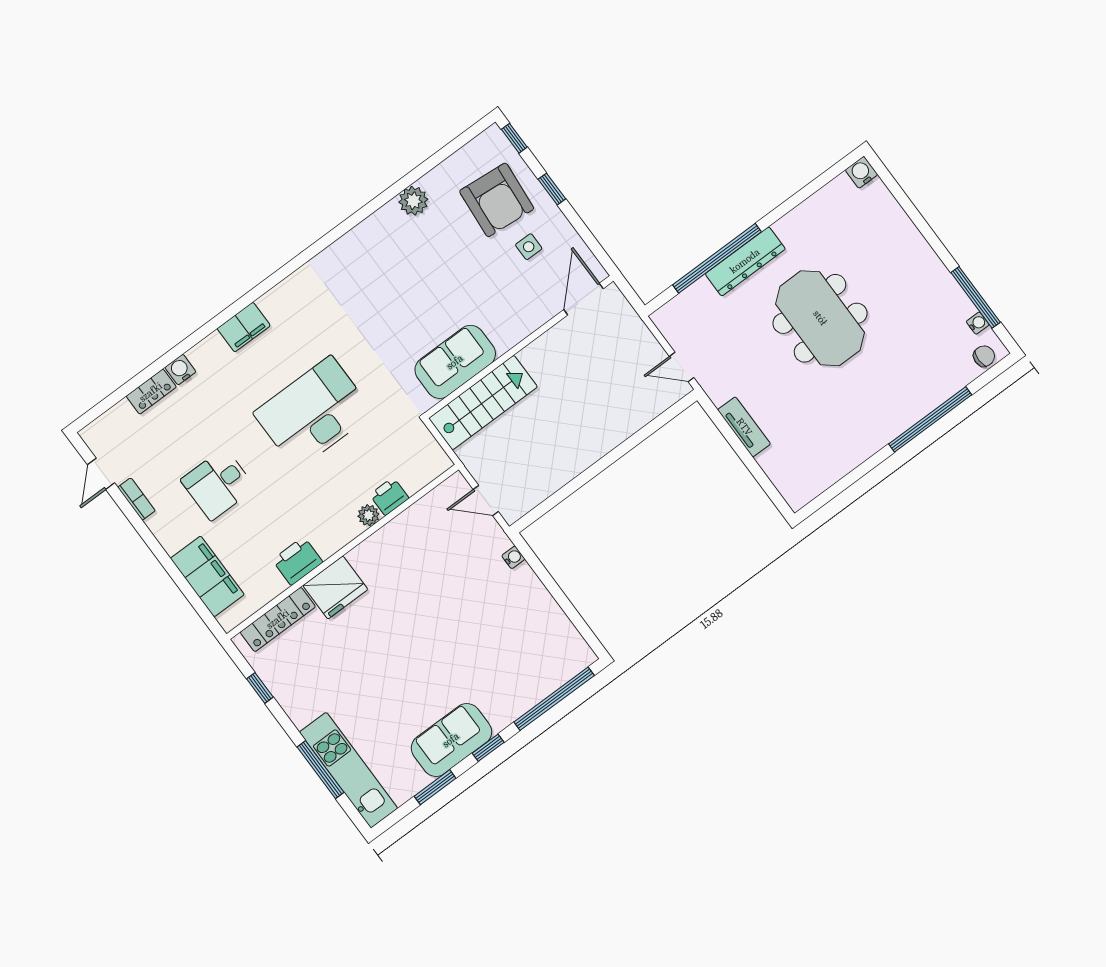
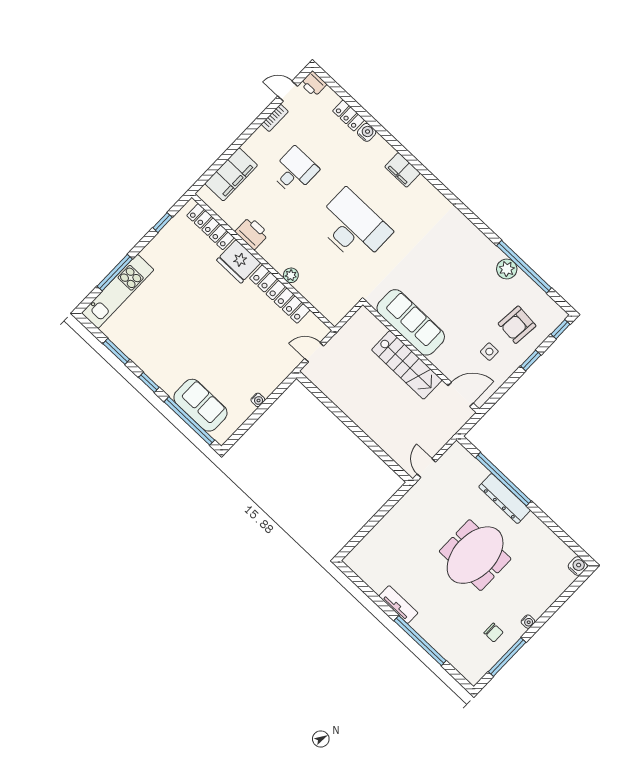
window: (414, 175) -> (524, 267), added
armchair: (497, 200) -> (517, 325), width x0.73, depth x0.73
water cooler: (978, 323) -> (528, 622), moved
chair: (984, 356) -> (494, 633), moved
sofa: (455, 362) -> (411, 322), width x1.36
stairs: (483, 403) -> (407, 365), moved
tv unit: (744, 427) -> (398, 605), moved, turned -90
desk: (218, 484) -> (294, 171), turned 90
printer: (389, 496) -> (313, 84), moved, turned 180
door: (486, 501) -> (314, 352), hinge flipped
locker: (393, 536) -> (280, 294), added
water cooler: (513, 557) -> (258, 400), moved
sofa: (451, 740) -> (200, 405), moved

